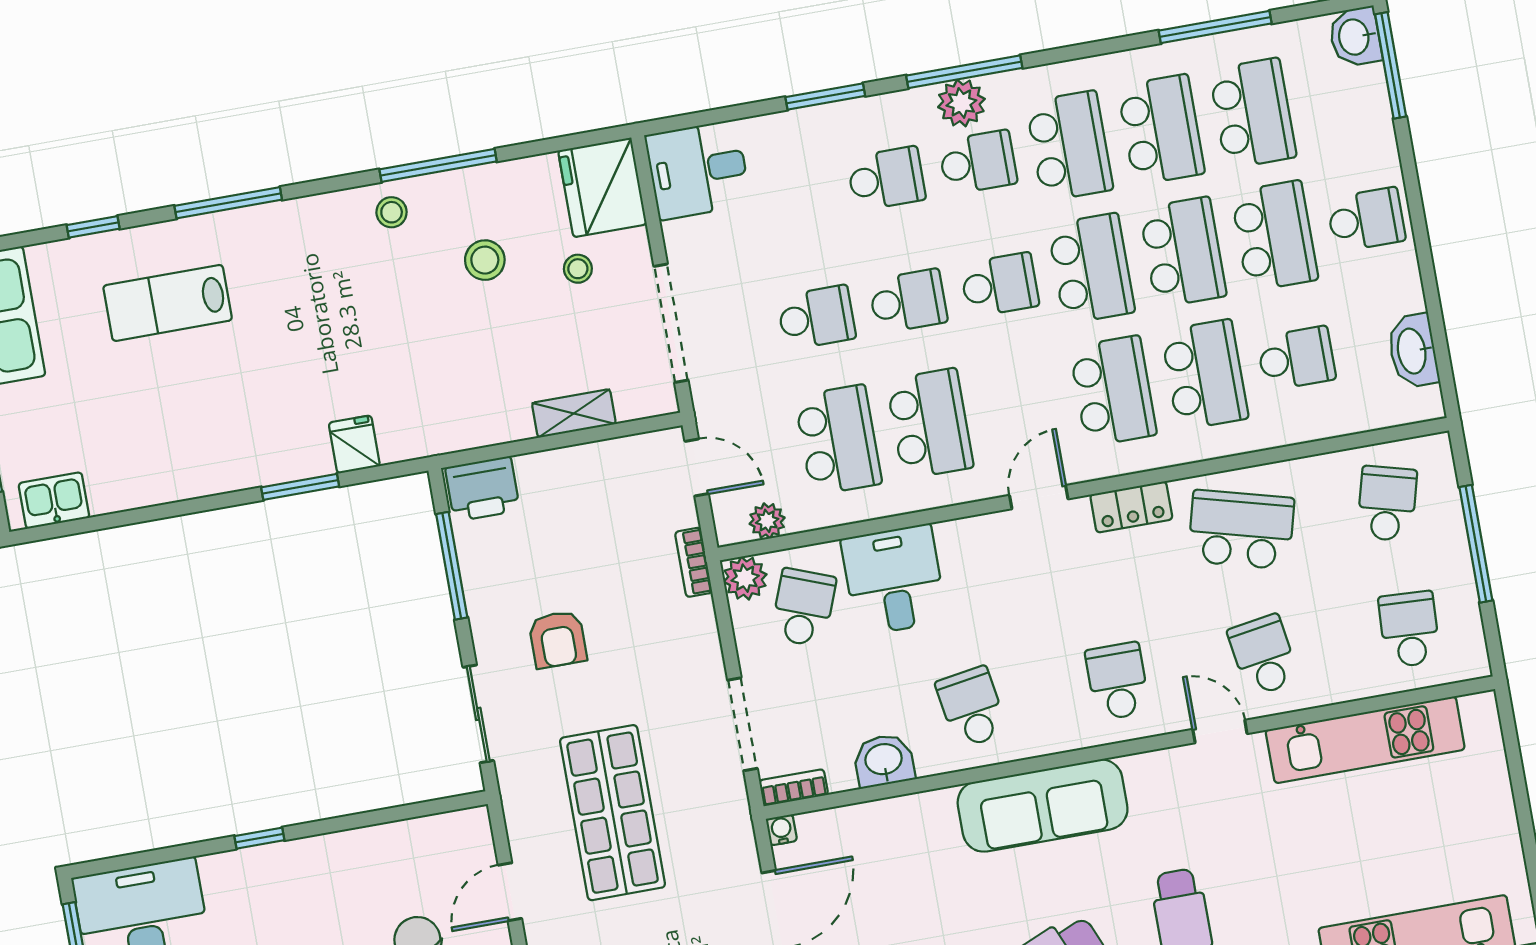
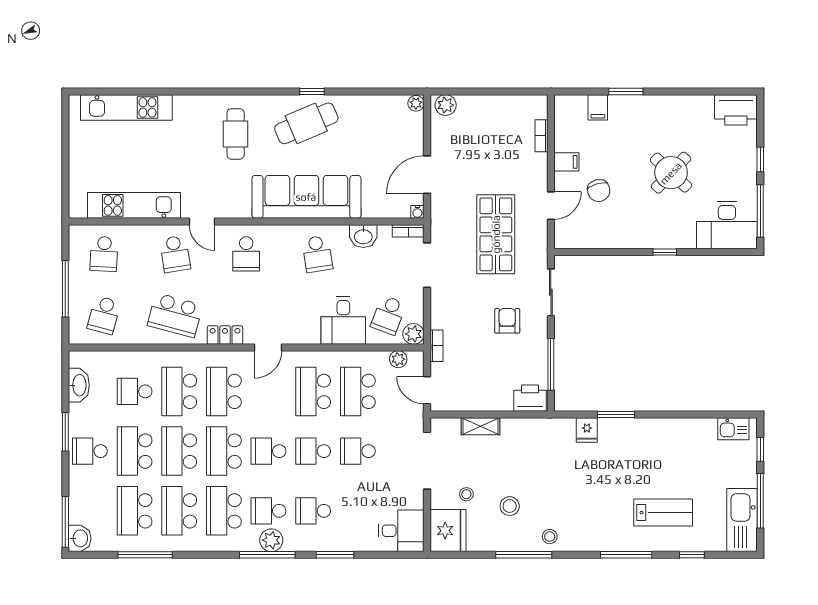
window: (1424, 250) -> (65, 432), added
sofa: (1043, 806) -> (306, 197), width x1.36, depth x1.27

